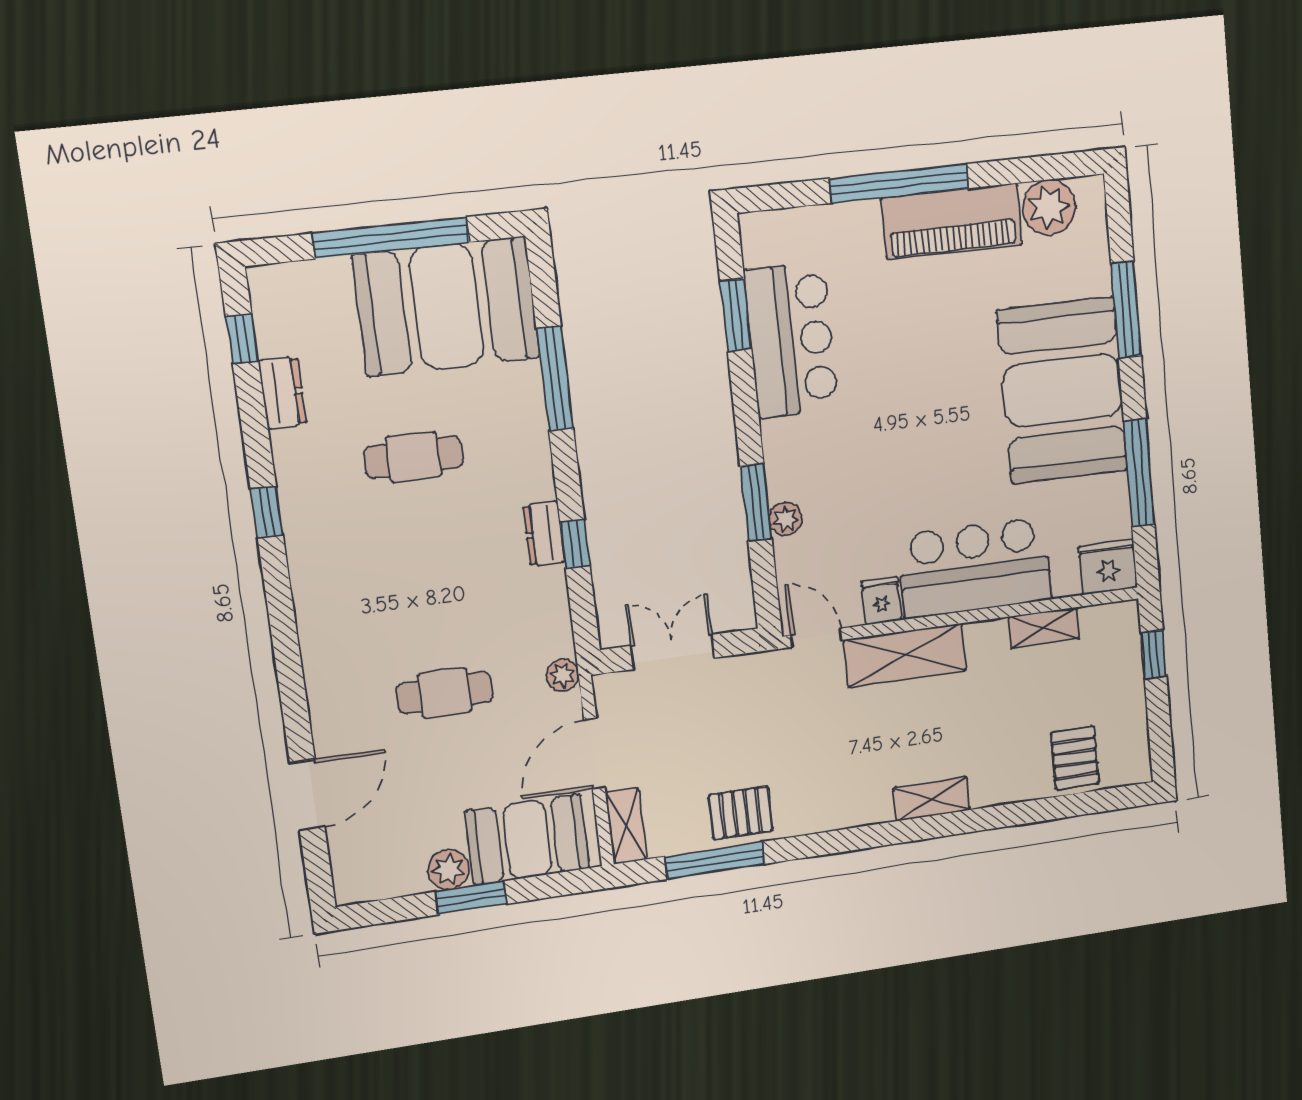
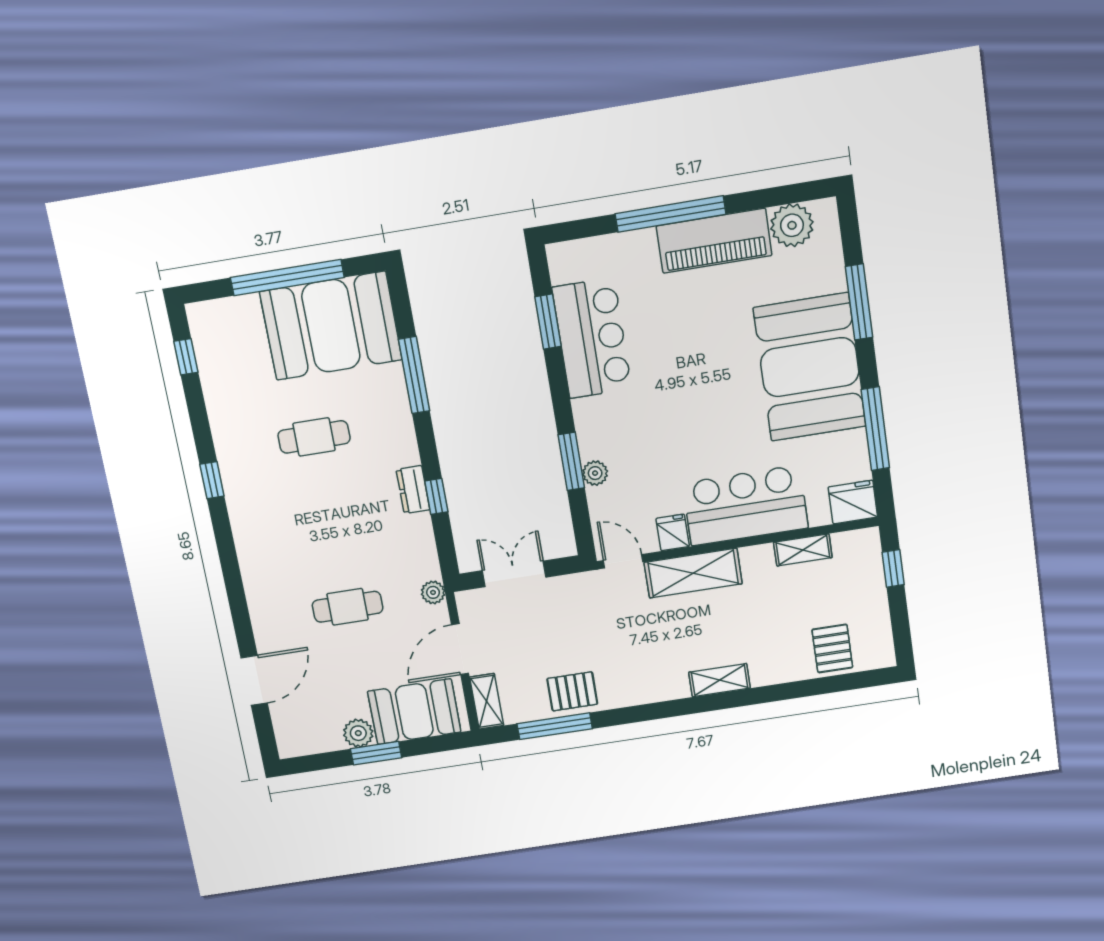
dresser: (282, 393) -> (217, 394), removed

